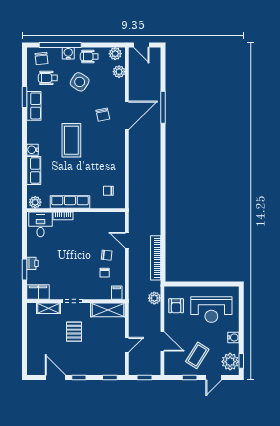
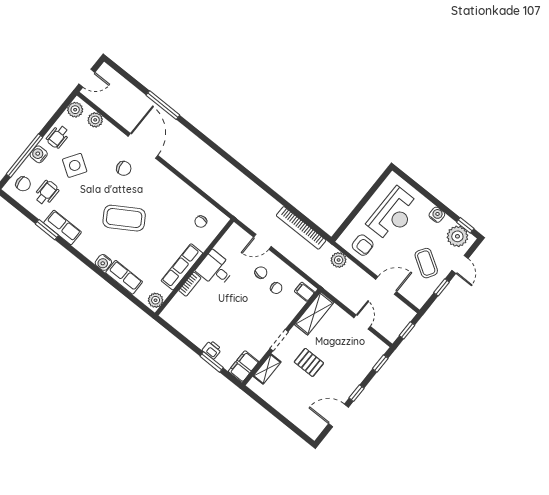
wheelchair: (48, 78) -> (47, 193), turned 180
coffee table: (71, 140) -> (124, 218), turned -32
desk: (41, 224) -> (215, 269), moved

